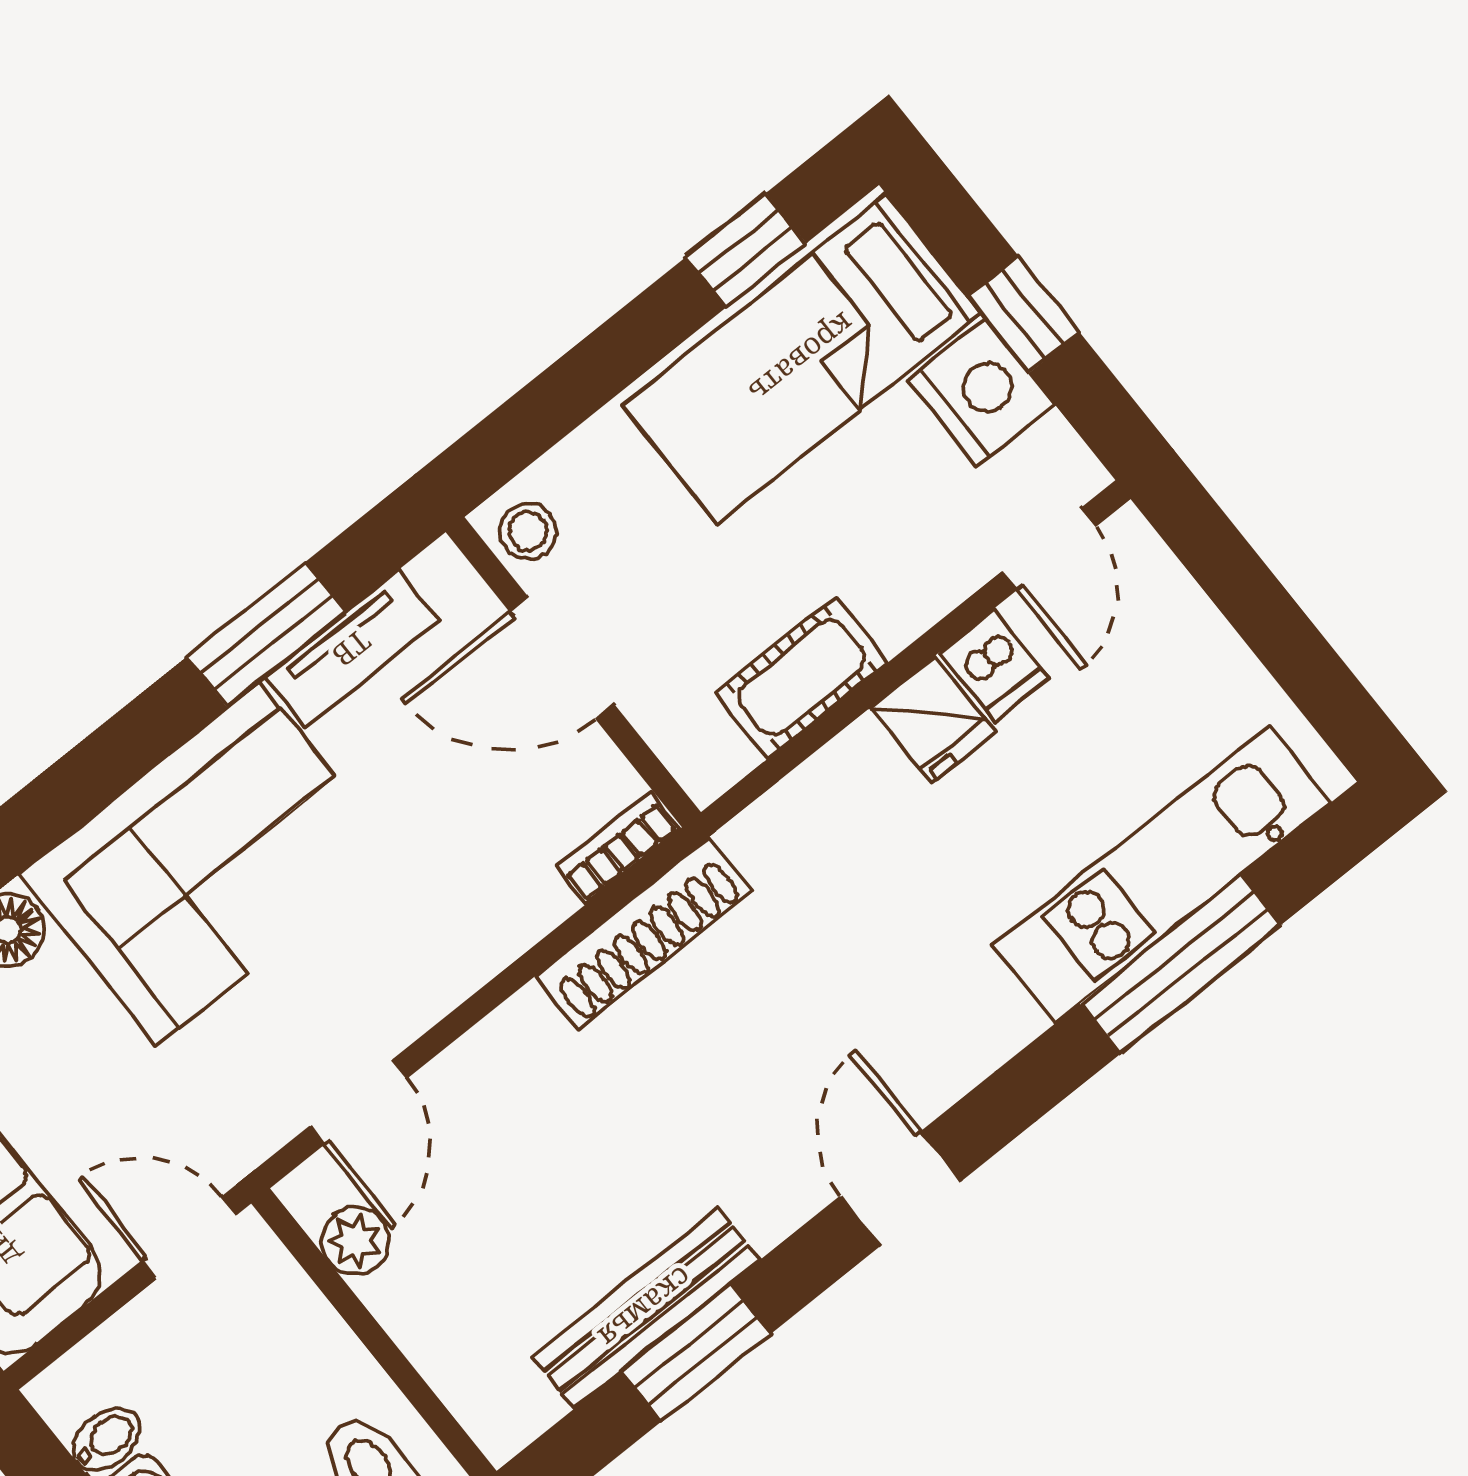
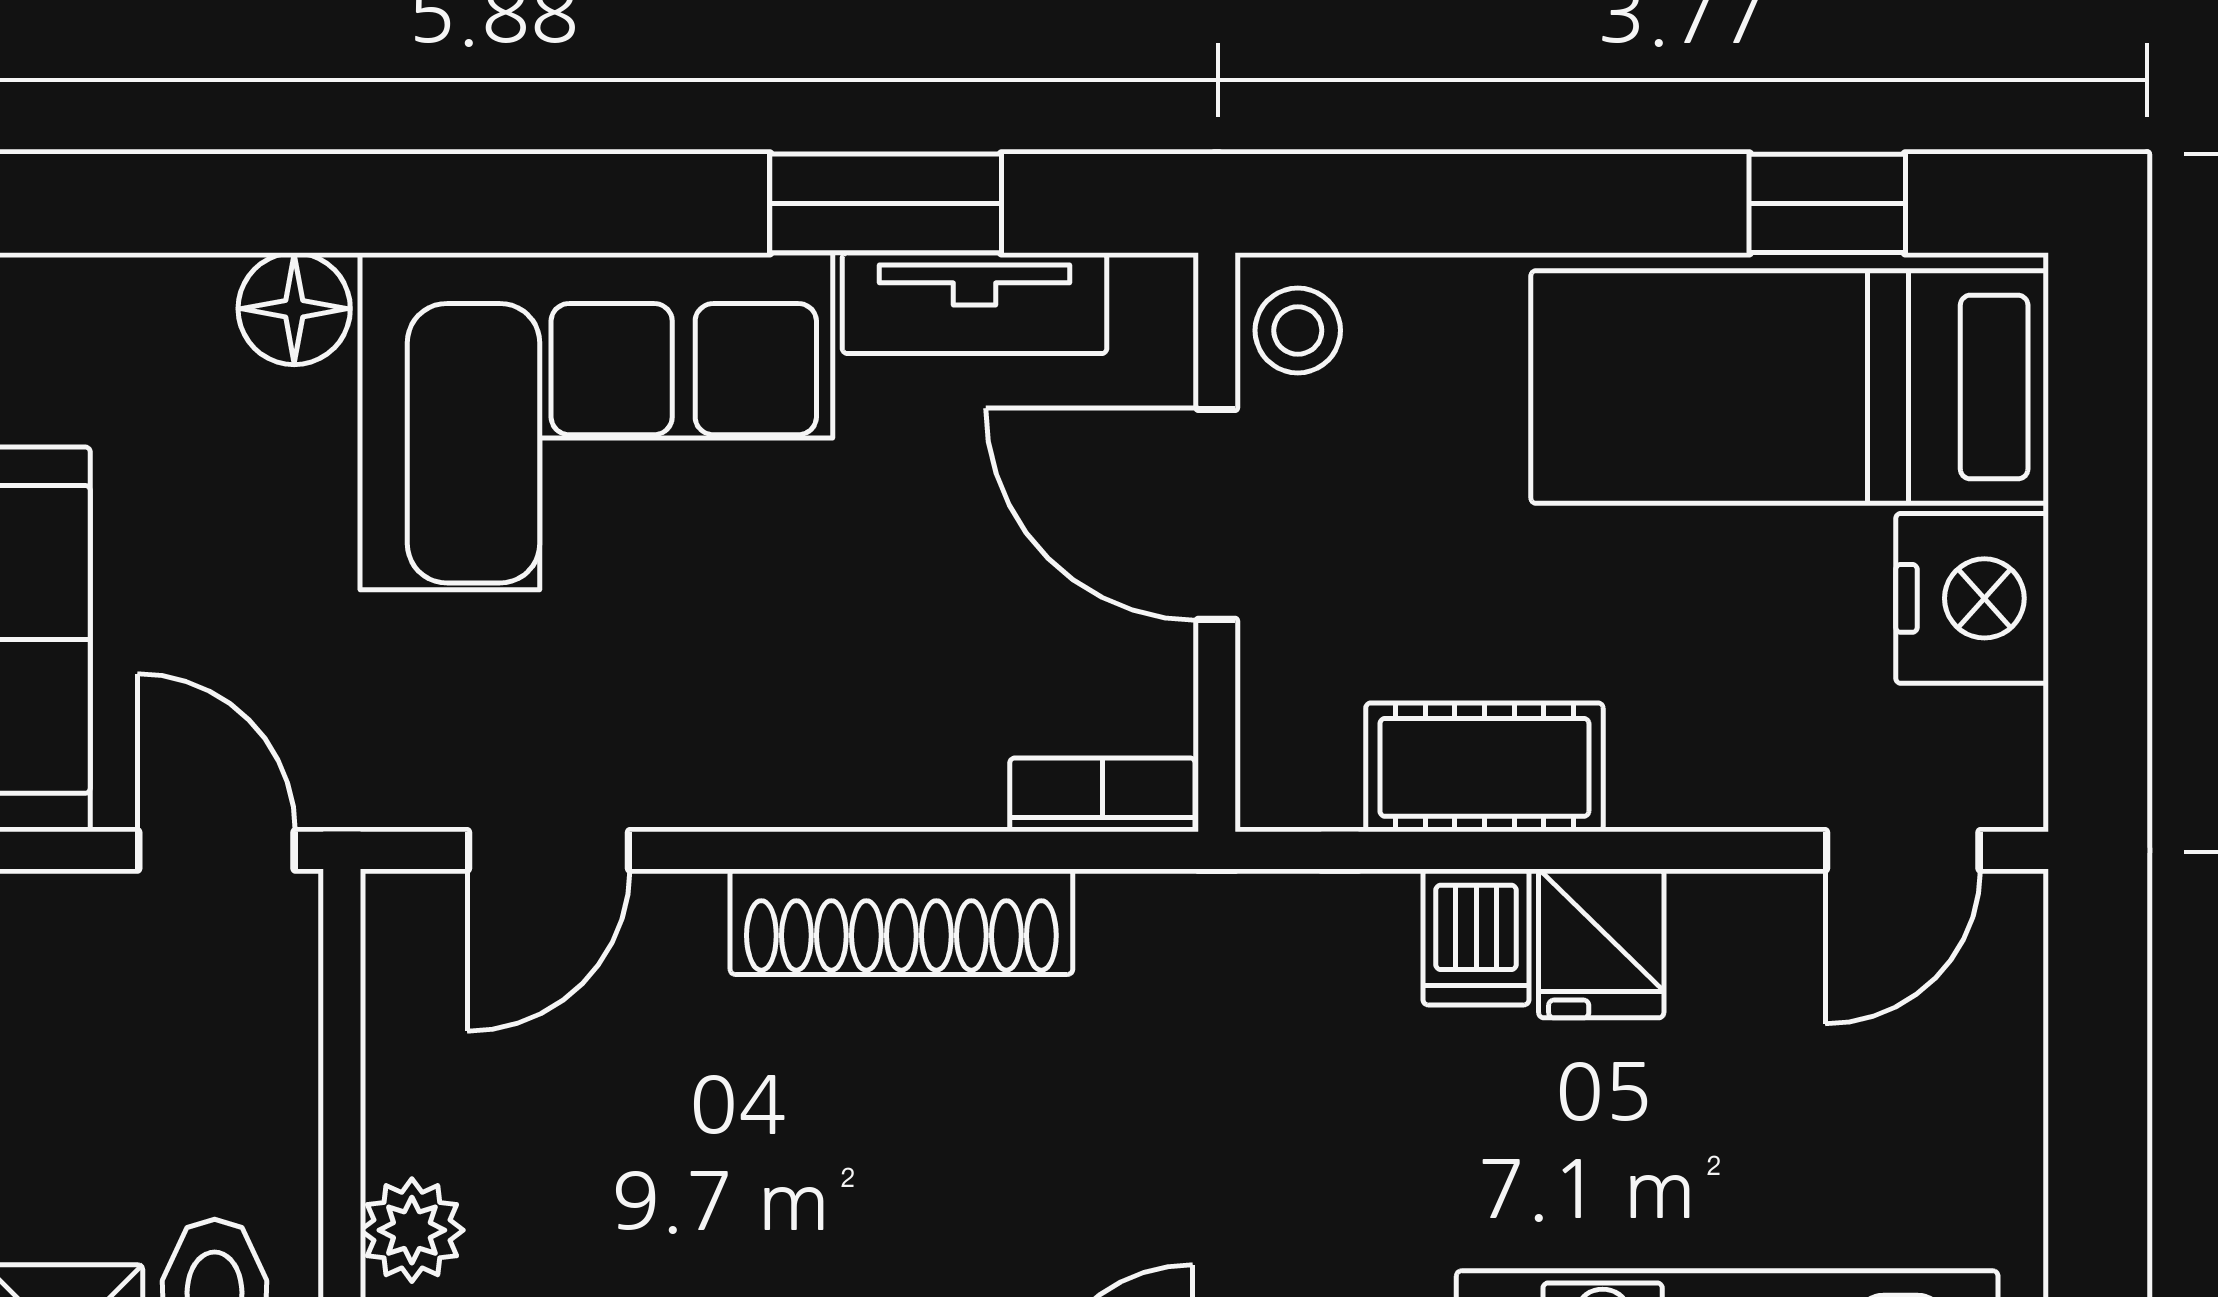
window: (1024, 314) -> (2098, 546), removed
dishwasher: (994, 665) -> (1476, 937), moved
shoe rack: (643, 934) -> (901, 922), moved
plant: (355, 1241) -> (412, 1230), moved

